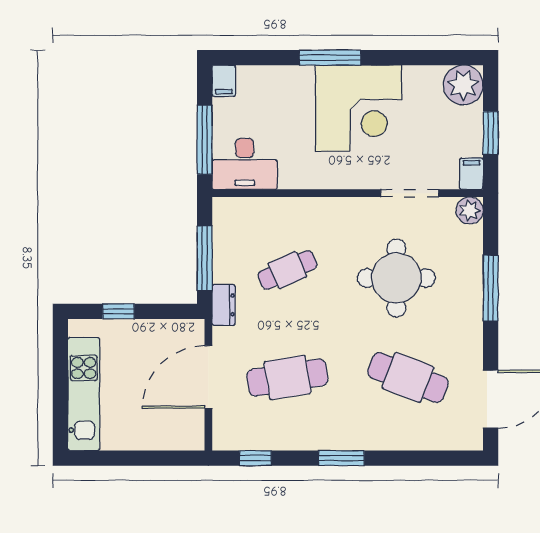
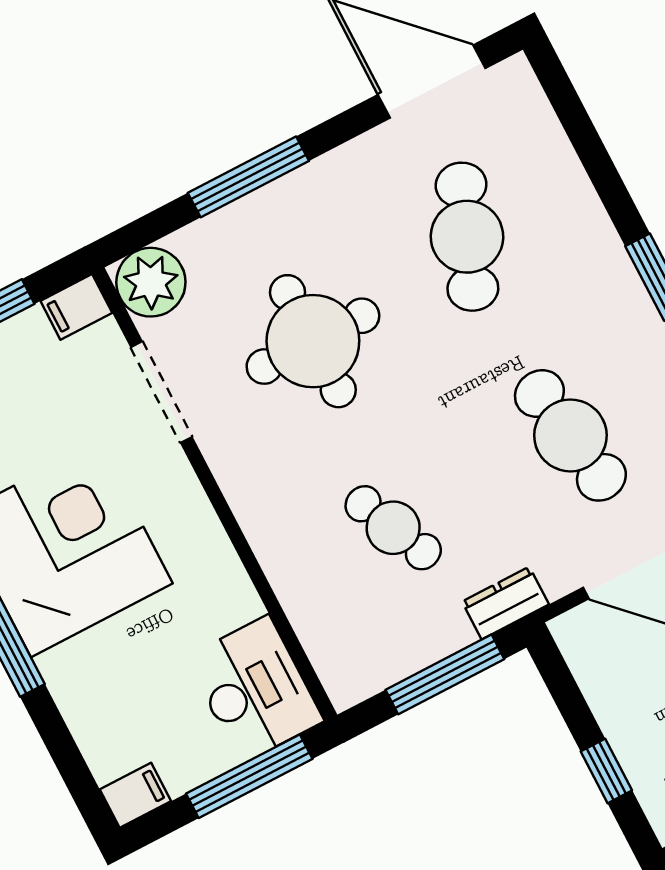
plant: (470, 210) -> (151, 282), width x1.36, depth x1.36

